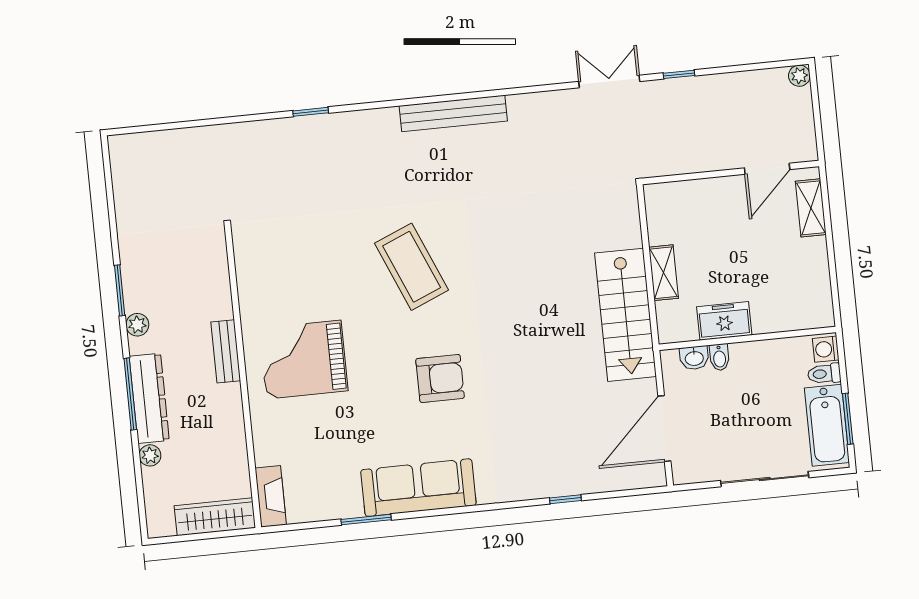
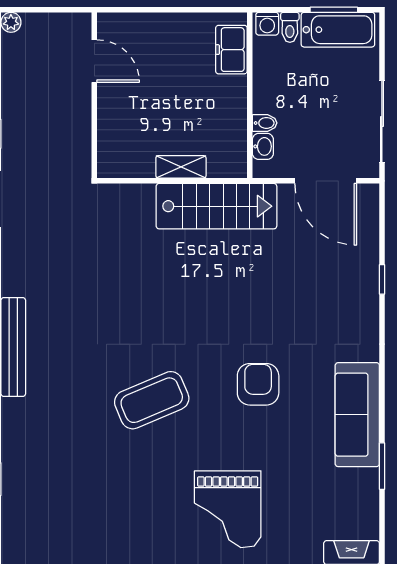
shelving: (811, 208) -> (135, 24), removed
freezer: (724, 321) -> (231, 50), moved
sliding door: (765, 479) -> (382, 121), moved

